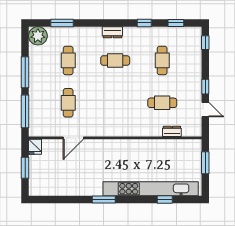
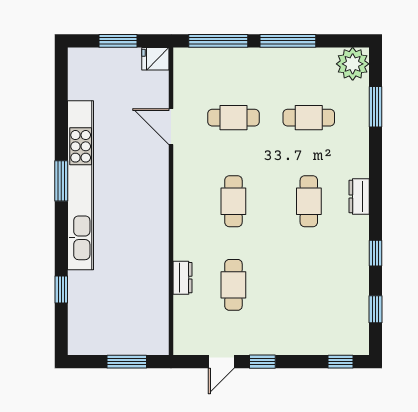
cafe table: (162, 60) -> (233, 201), moved, turned 90
dresser: (172, 131) -> (183, 278), moved
kitchen unit: (151, 189) -> (81, 185), moved

